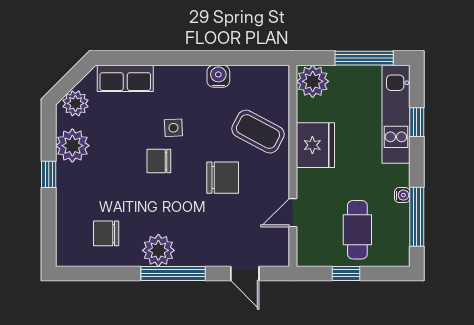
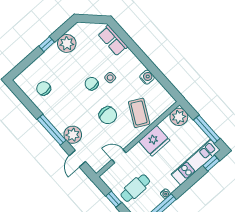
plant: (75, 103) -> (85, 30), removed
window: (417, 122) -> (211, 163), moved
plant: (158, 250) -> (73, 135), moved

